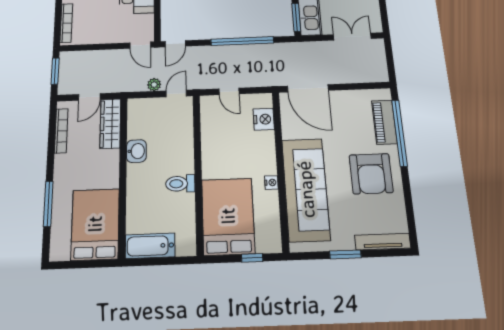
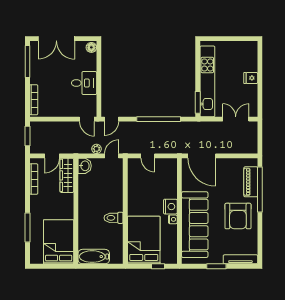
nightstand: (264, 119) -> (170, 207), moved
washbasin: (136, 151) -> (85, 166), moved

